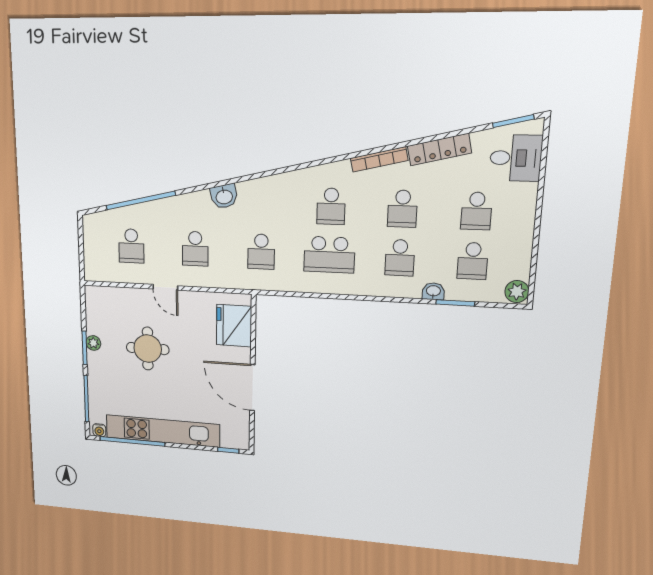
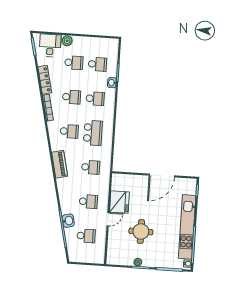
piano: (264, 189) -> (60, 164), added
washbasin: (224, 196) -> (68, 221), moved
plant: (517, 292) -> (67, 41), moved
fridge: (234, 326) -> (119, 202), moved, turned -90

